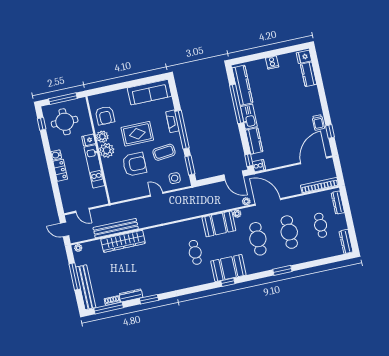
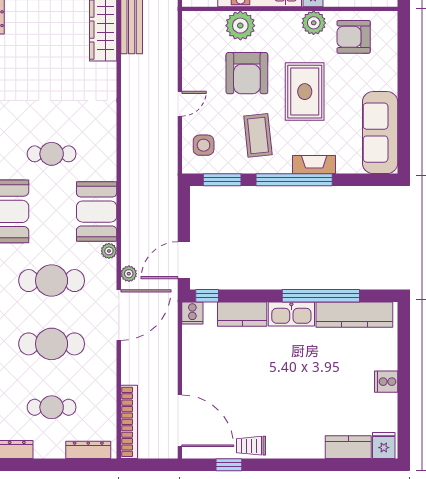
plant: (107, 150) -> (240, 26), moved

